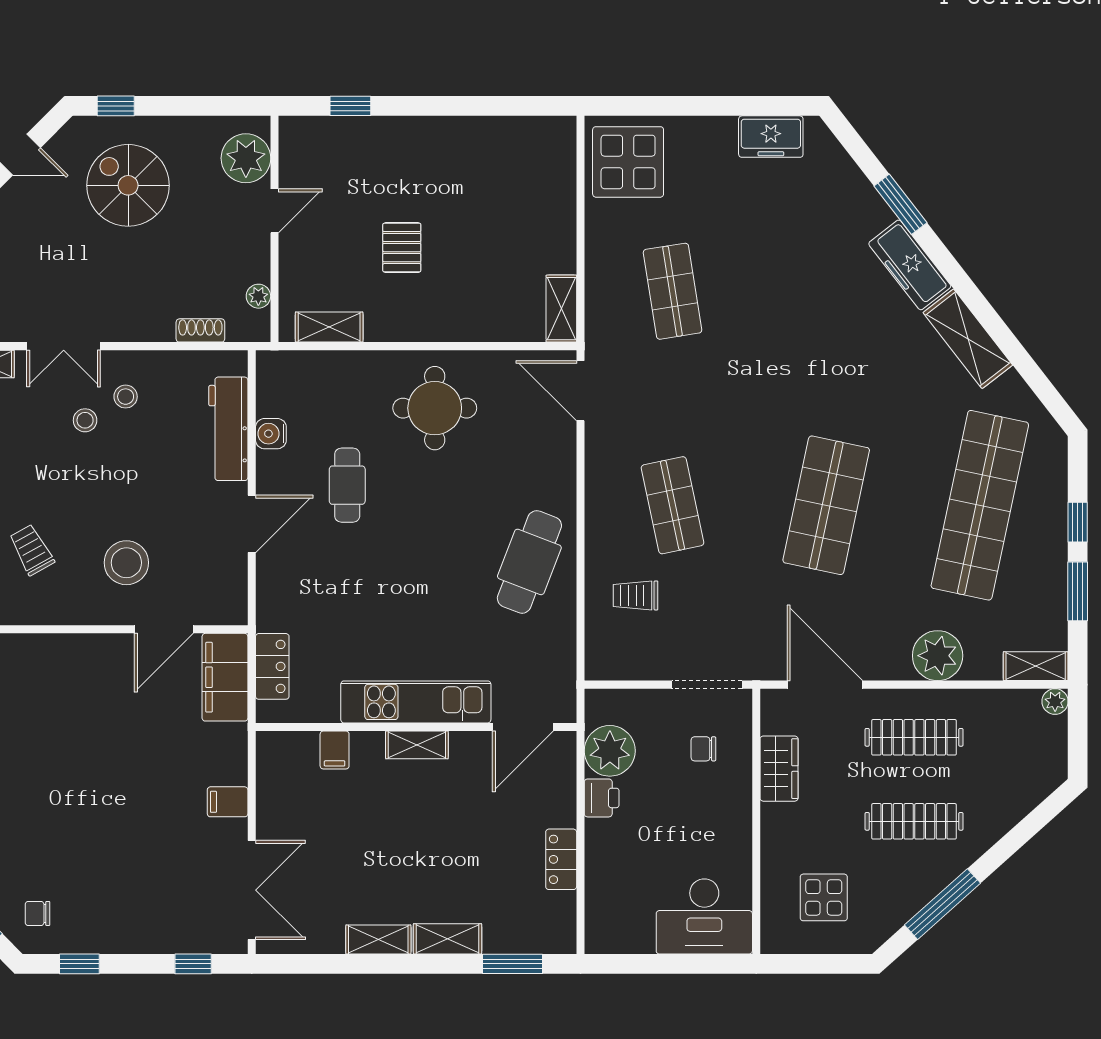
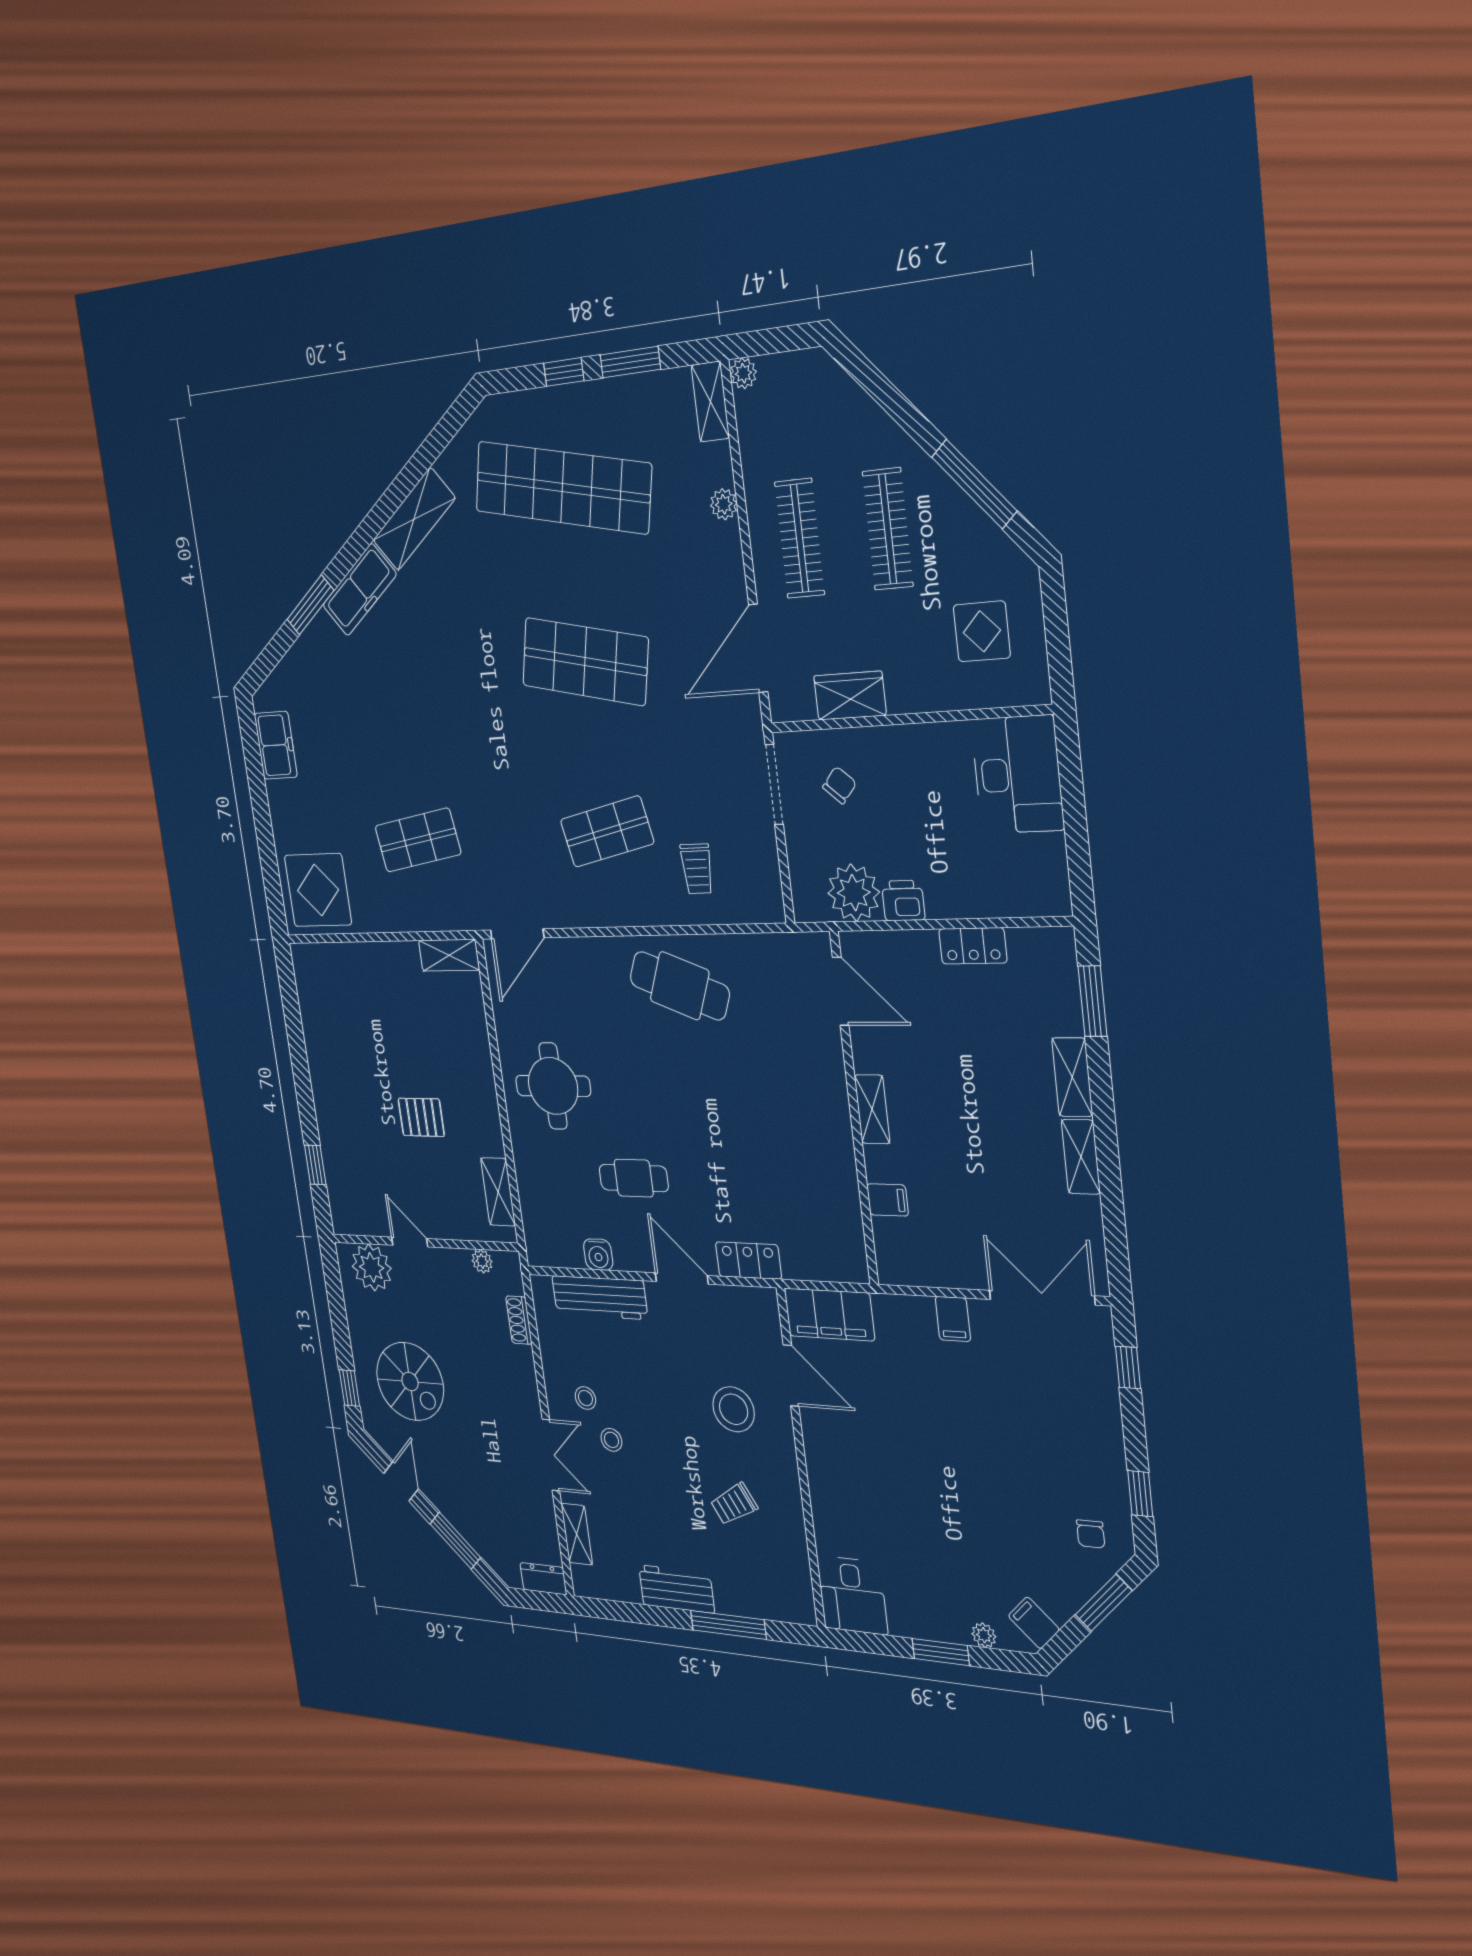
spiral stairs: (128, 185) -> (410, 1382), turned -90
plant: (938, 656) -> (724, 504), width x0.53, depth x0.53
locker: (272, 666) -> (748, 1261), moved
kitchen unit: (416, 702) -> (829, 1110), removed
chair: (703, 749) -> (840, 785), turned -139

